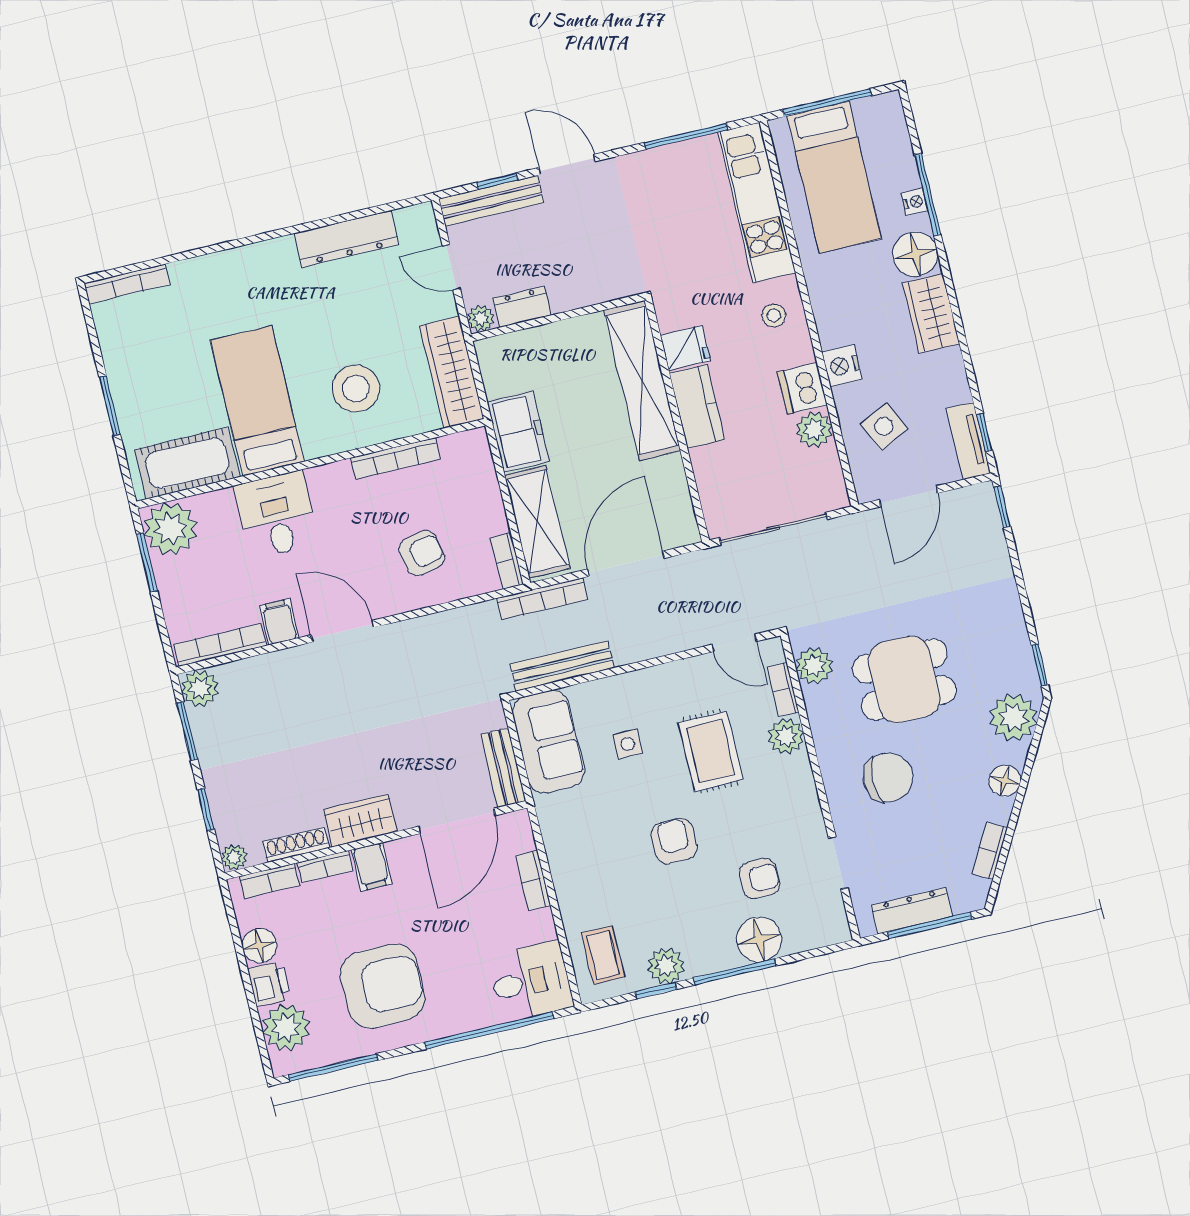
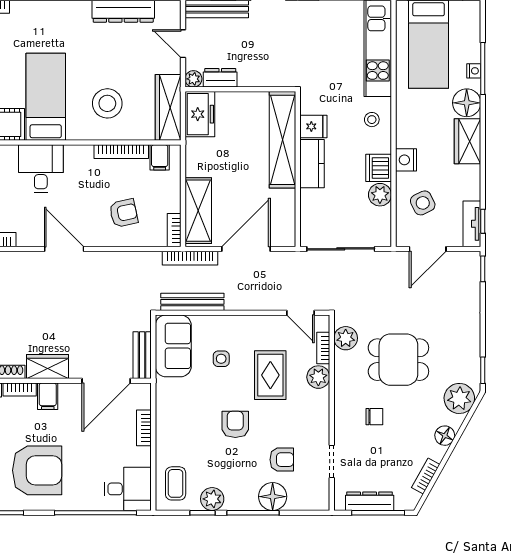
freezer: (518, 432) -> (200, 114), moved
filing cabinet: (279, 622) -> (160, 157), moved, turned 180
chair: (888, 777) -> (374, 417), width x0.54, depth x0.54

